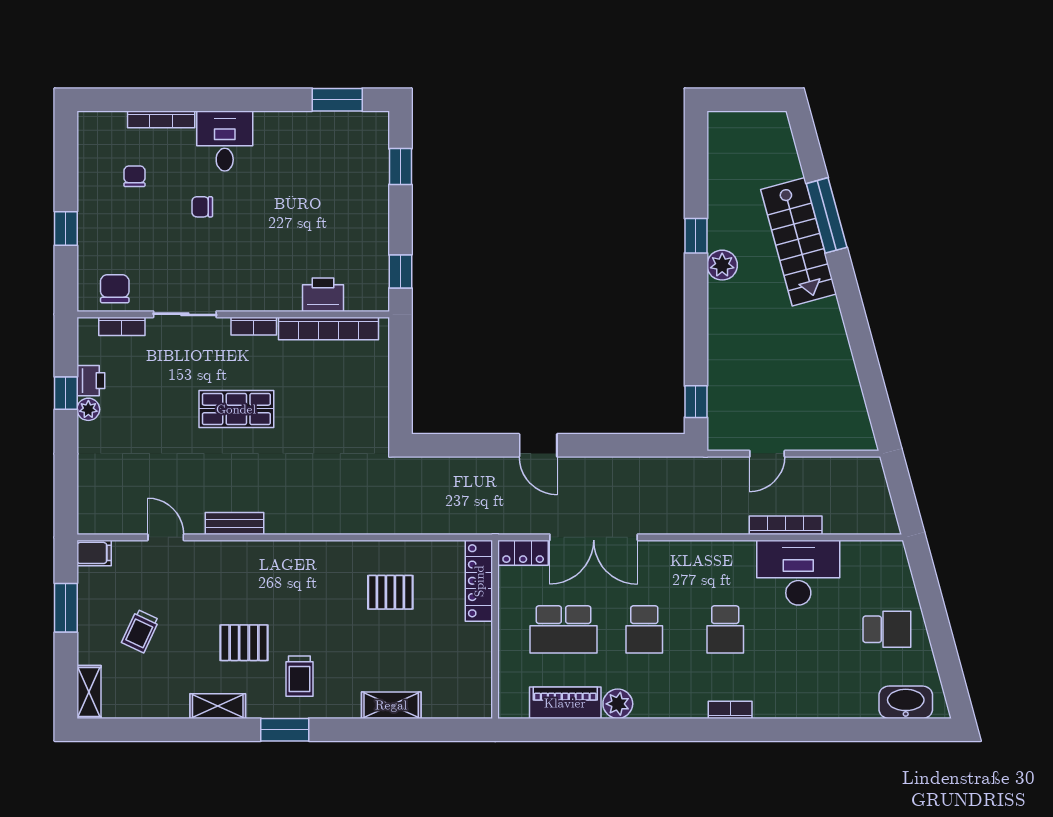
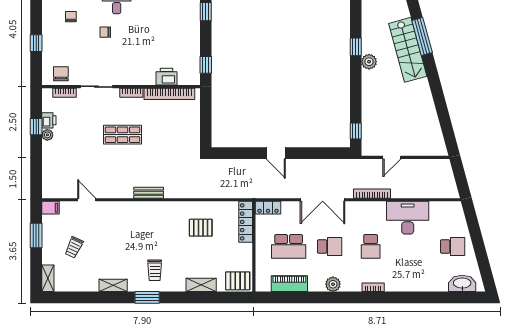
bench: (235, 523) -> (149, 193), moved
bookcase: (786, 525) -> (372, 194), moved
double door: (594, 537) -> (323, 200), moved
school desk: (644, 629) -> (330, 246), turned -90
pallet: (244, 643) -> (238, 281), moved
plant: (618, 704) -> (333, 284), moved

